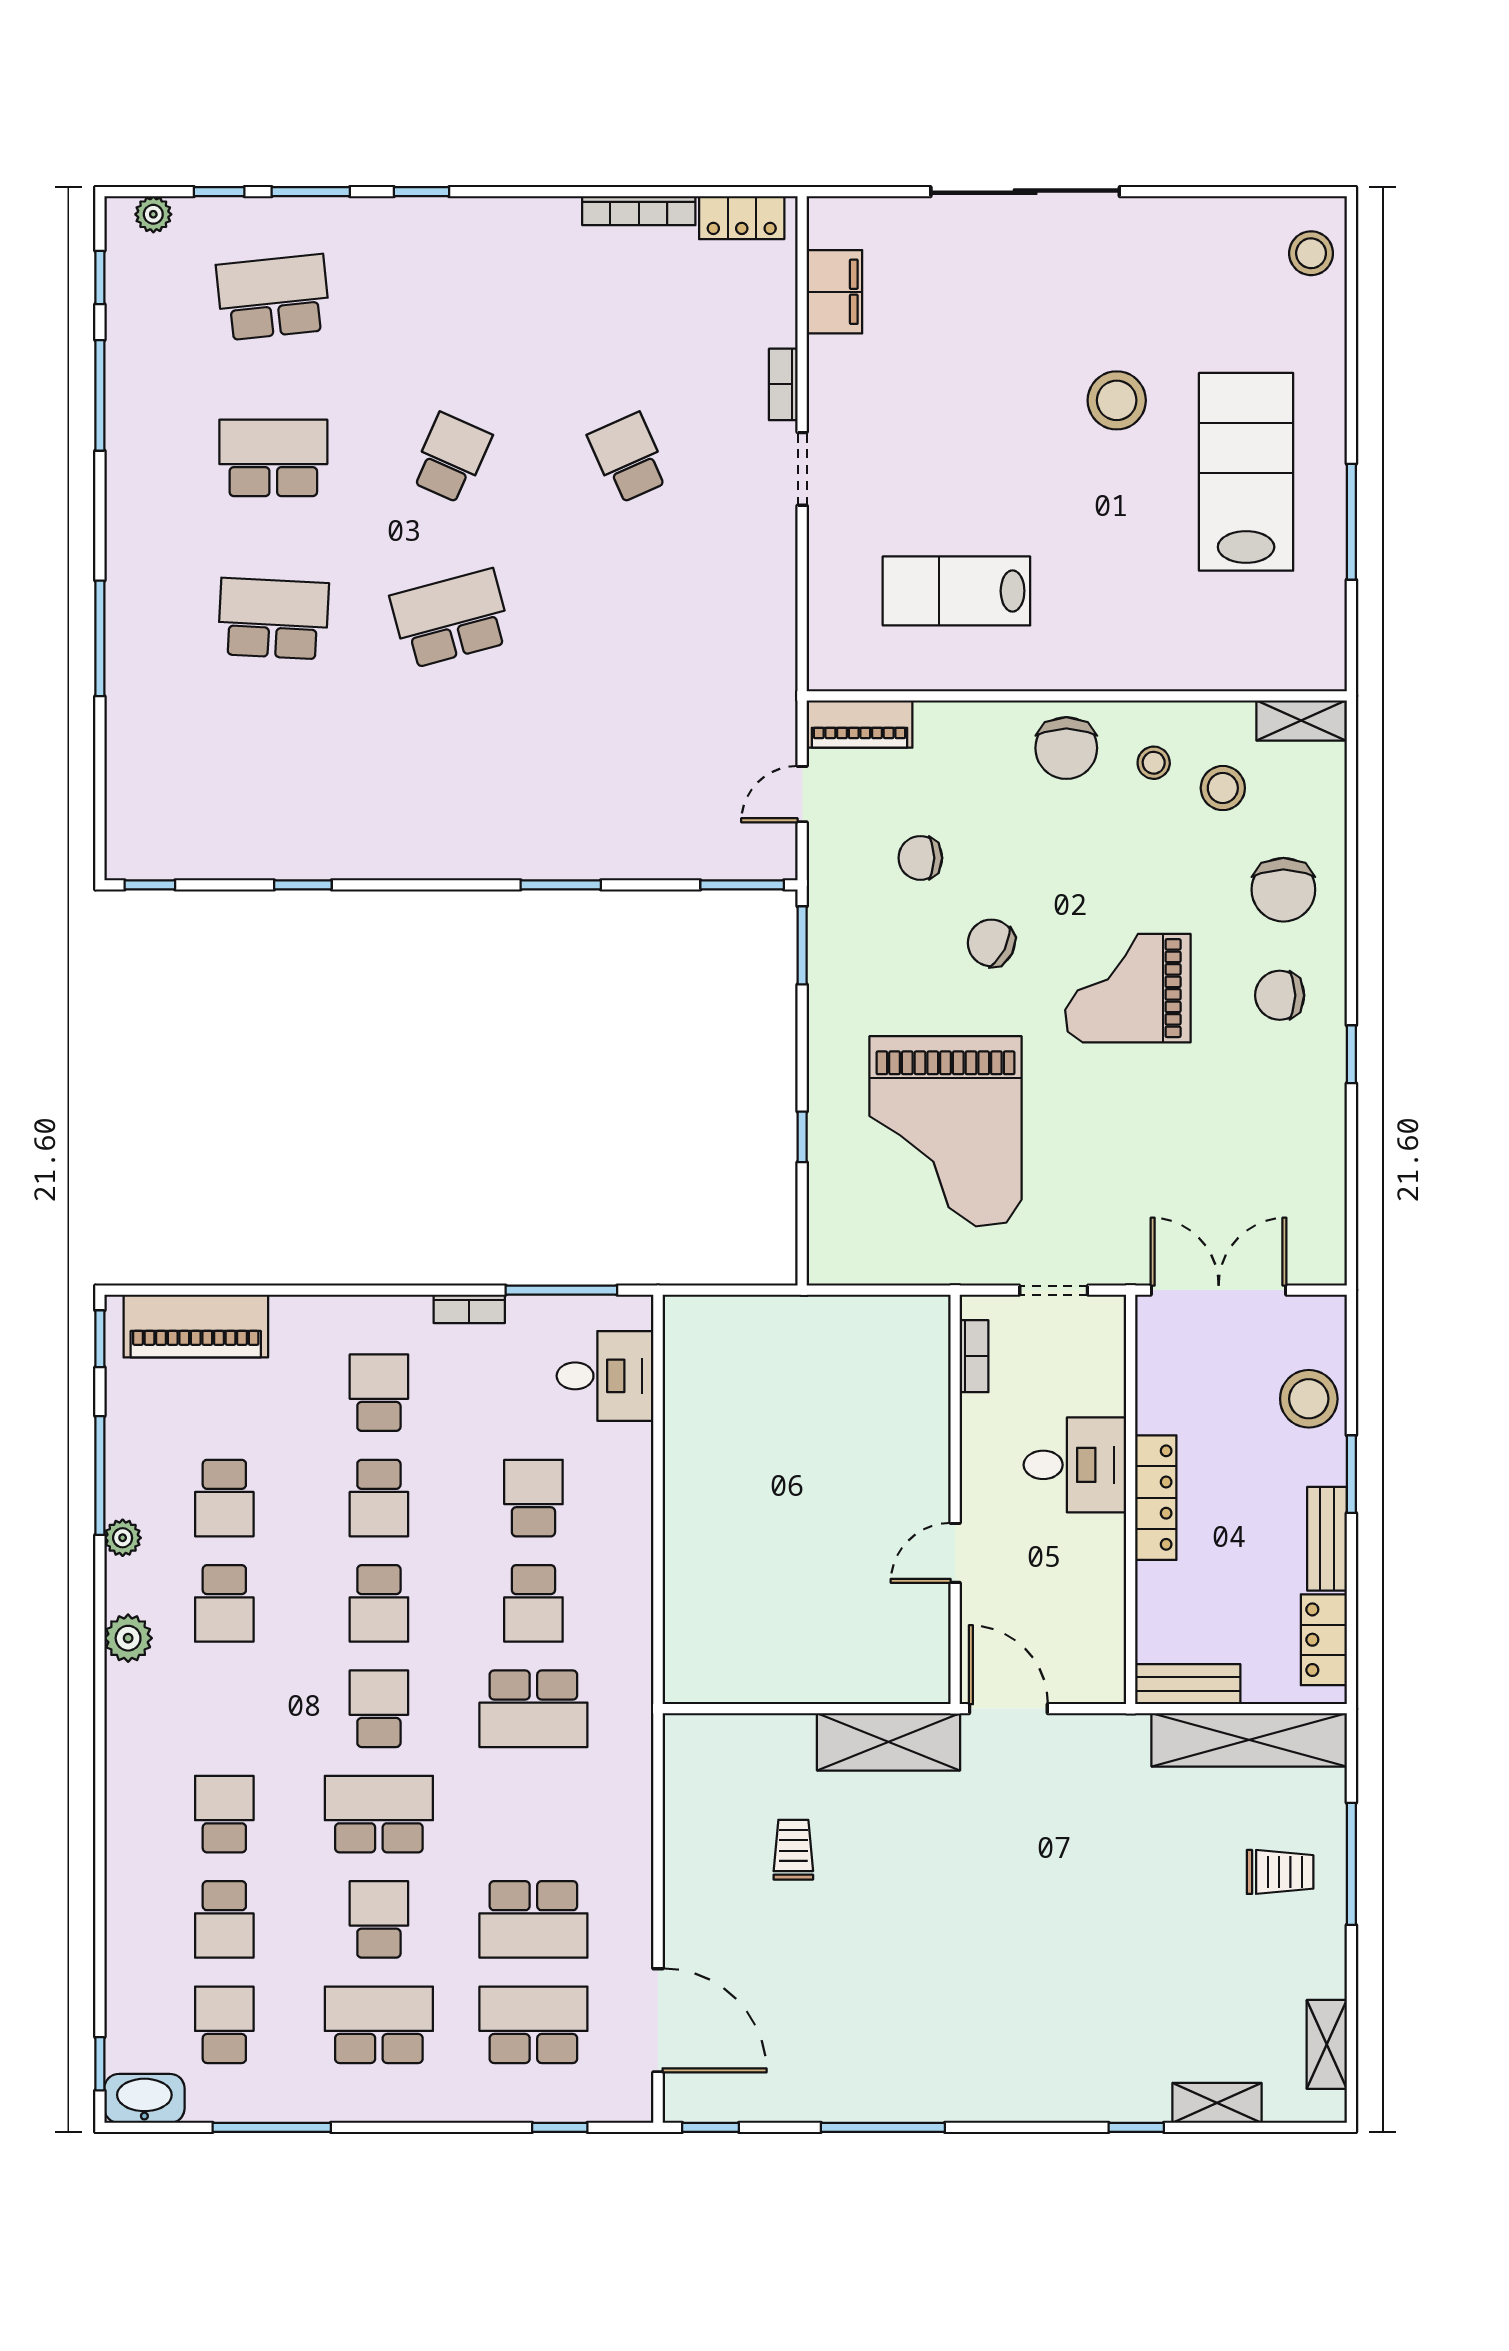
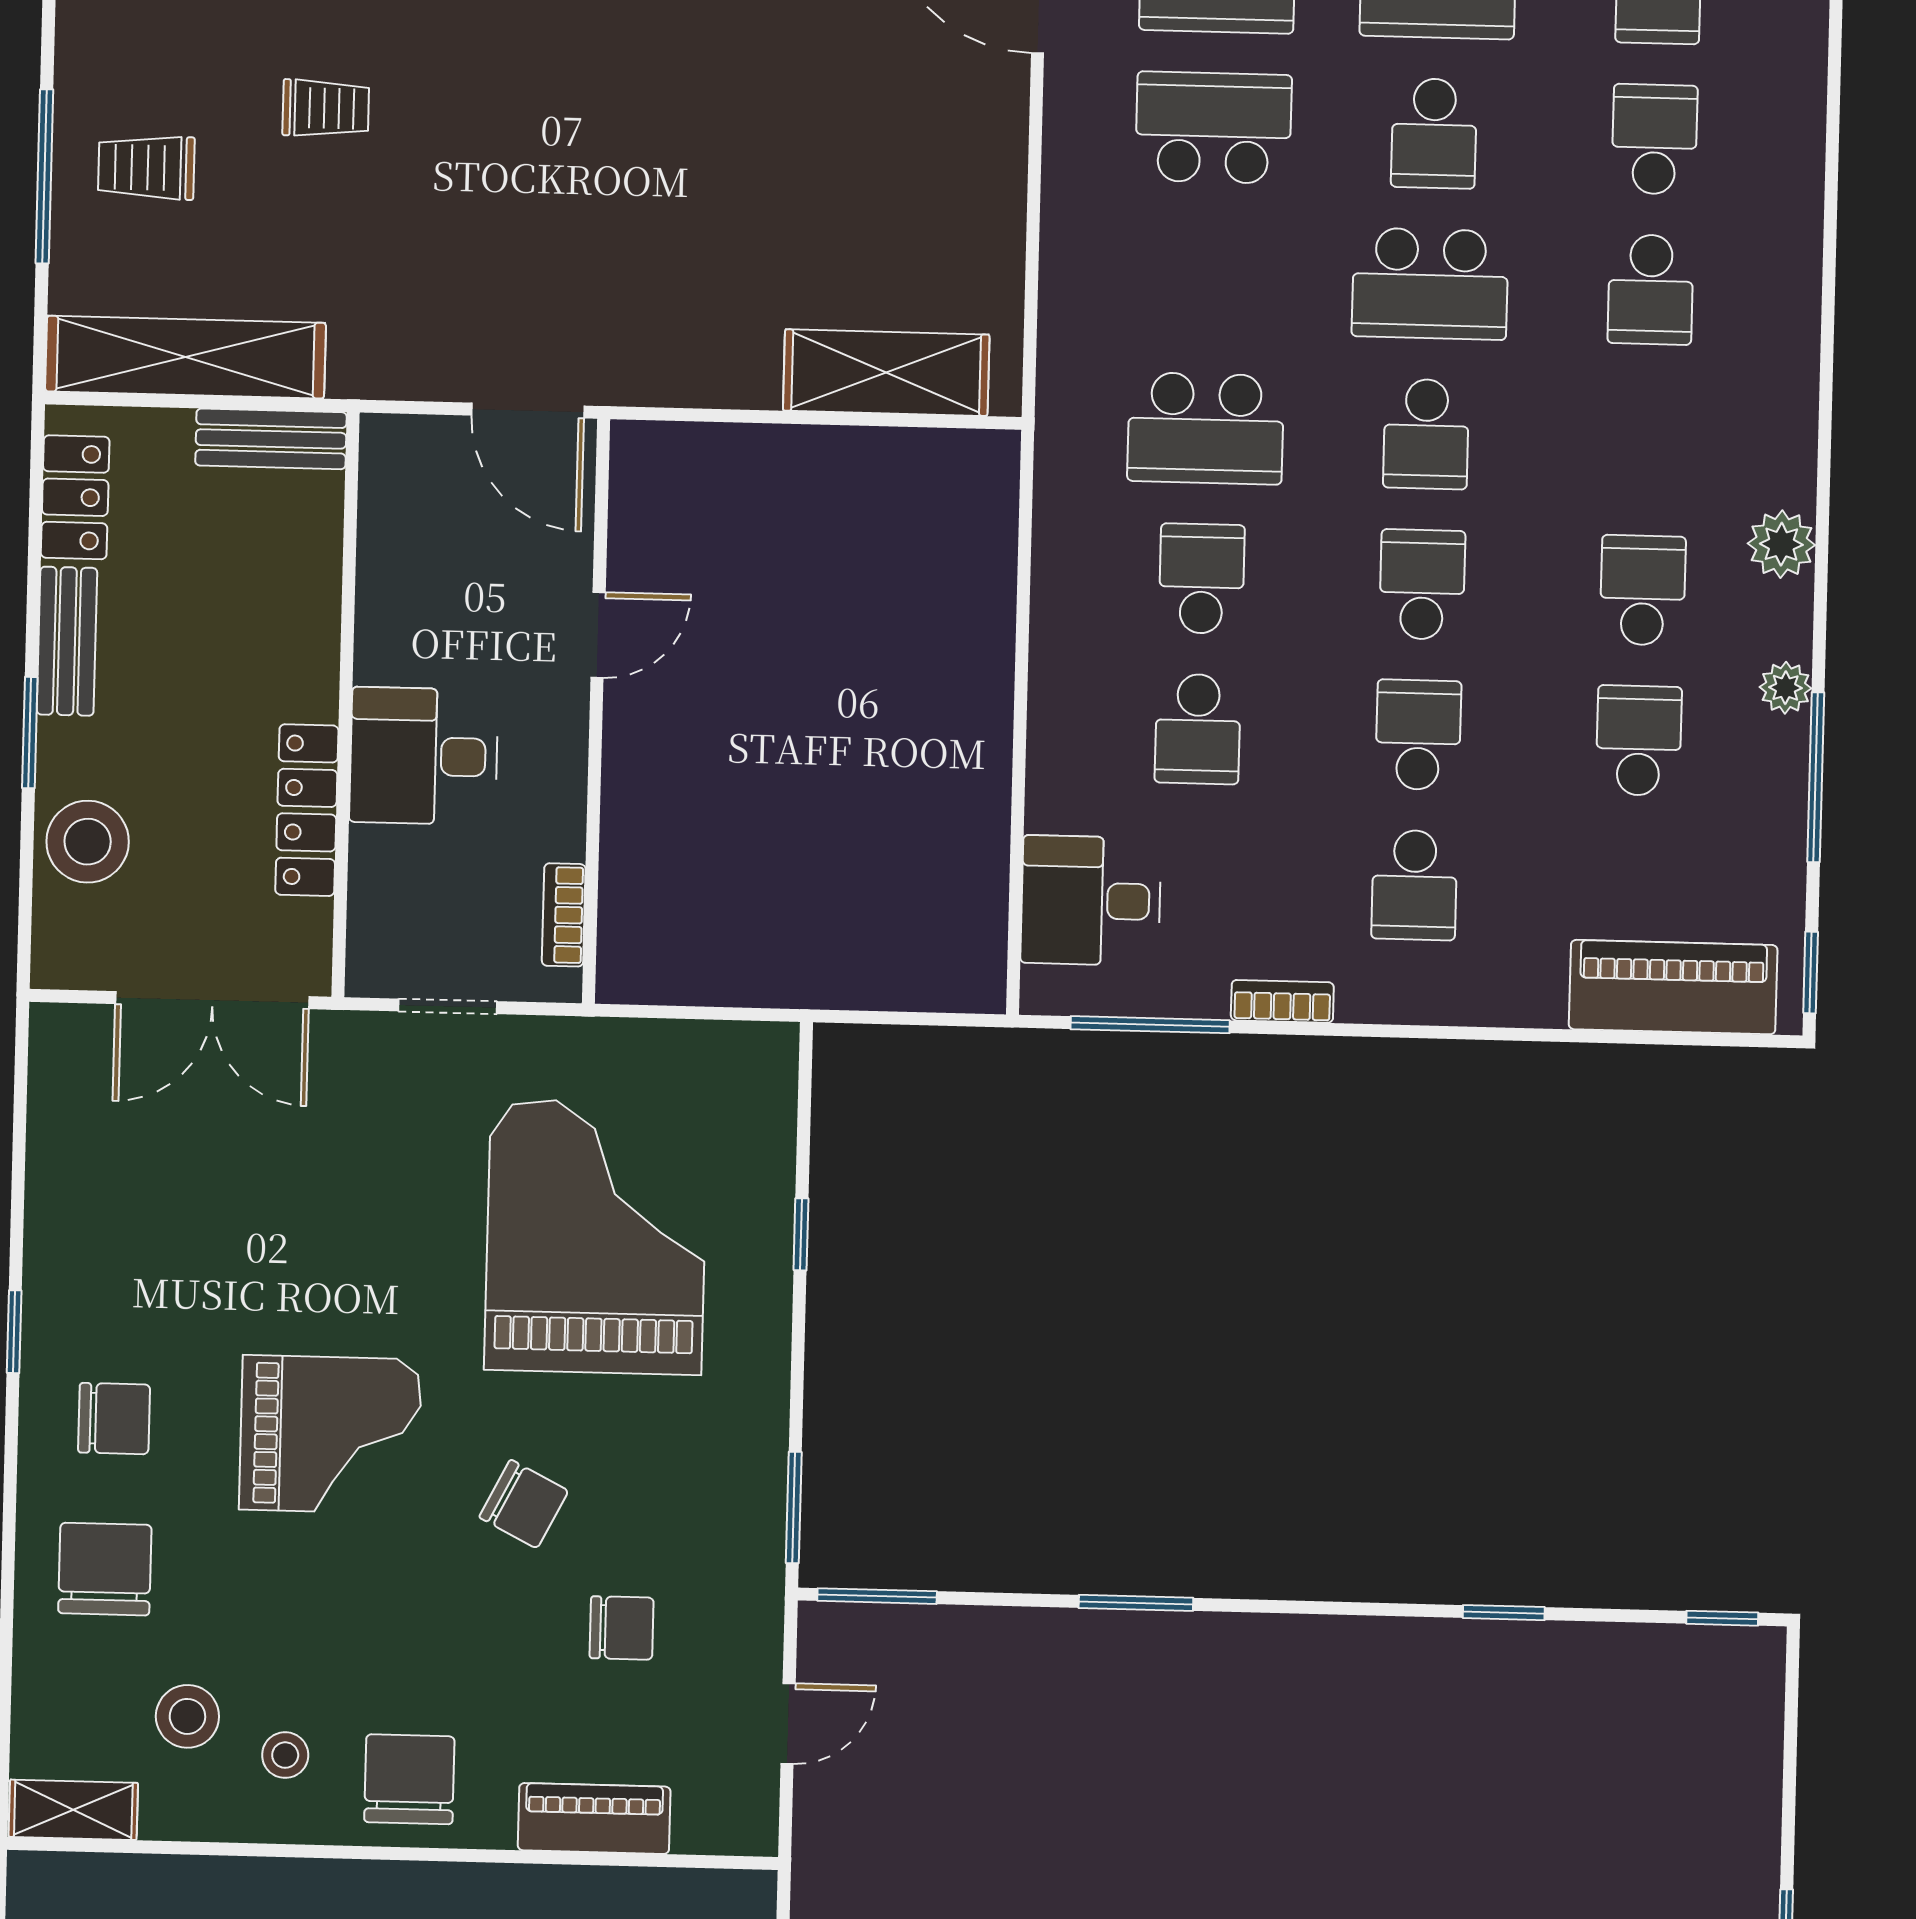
piano: (860, 724) -> (594, 1818), moved
locker: (1156, 1498) -> (307, 810), moved
school desk: (533, 1709) -> (1206, 428), turned 180
shelving: (889, 1742) -> (886, 373), moved
trolley: (793, 1850) -> (326, 108), moved, turned -90

